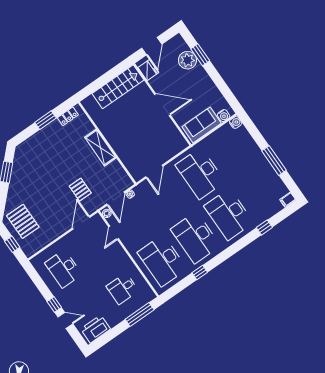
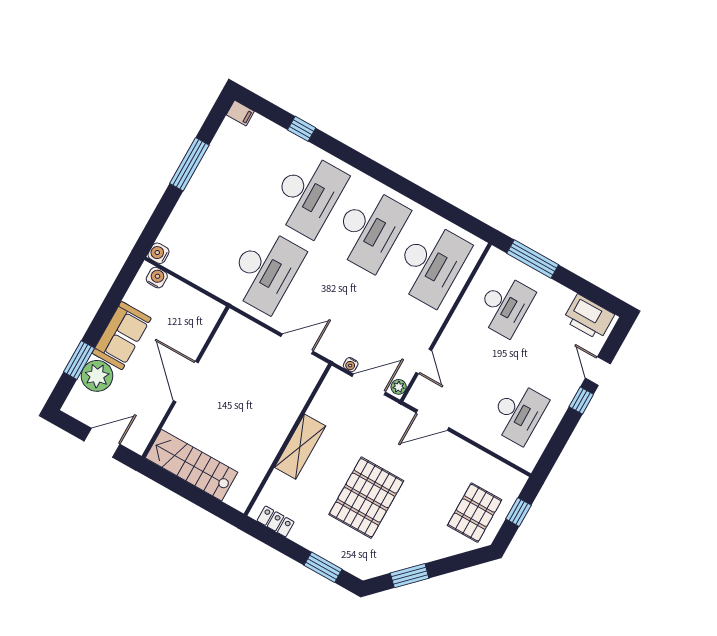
fridge: (148, 70) -> (142, 430), removed
window: (46, 120) -> (323, 567), moved
sofa: (202, 125) -> (122, 336), moved, turned -90
pallet: (80, 190) -> (366, 498), moved, width x2.05, depth x2.00
door: (114, 233) -> (424, 361), hinge flipped
window: (200, 273) -> (421, 196), removed
desk: (122, 289) -> (505, 305), width x1.37

